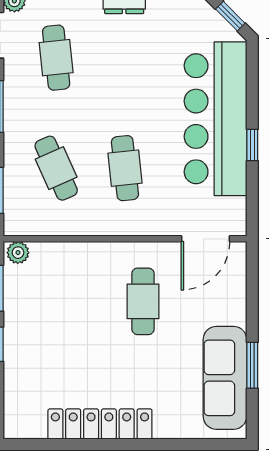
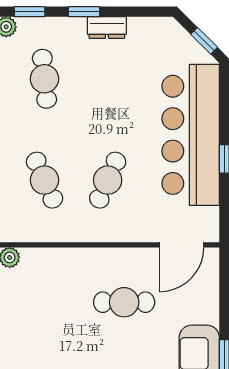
cafe table: (125, 168) -> (108, 180), turned 30
cafe table: (143, 301) -> (124, 302), turned 90

